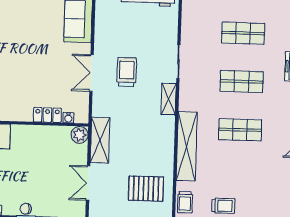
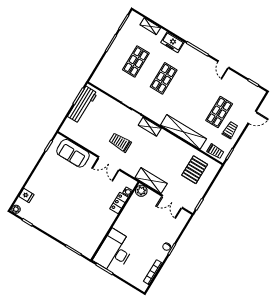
shop shelf: (240, 130) -> (219, 112), moved

